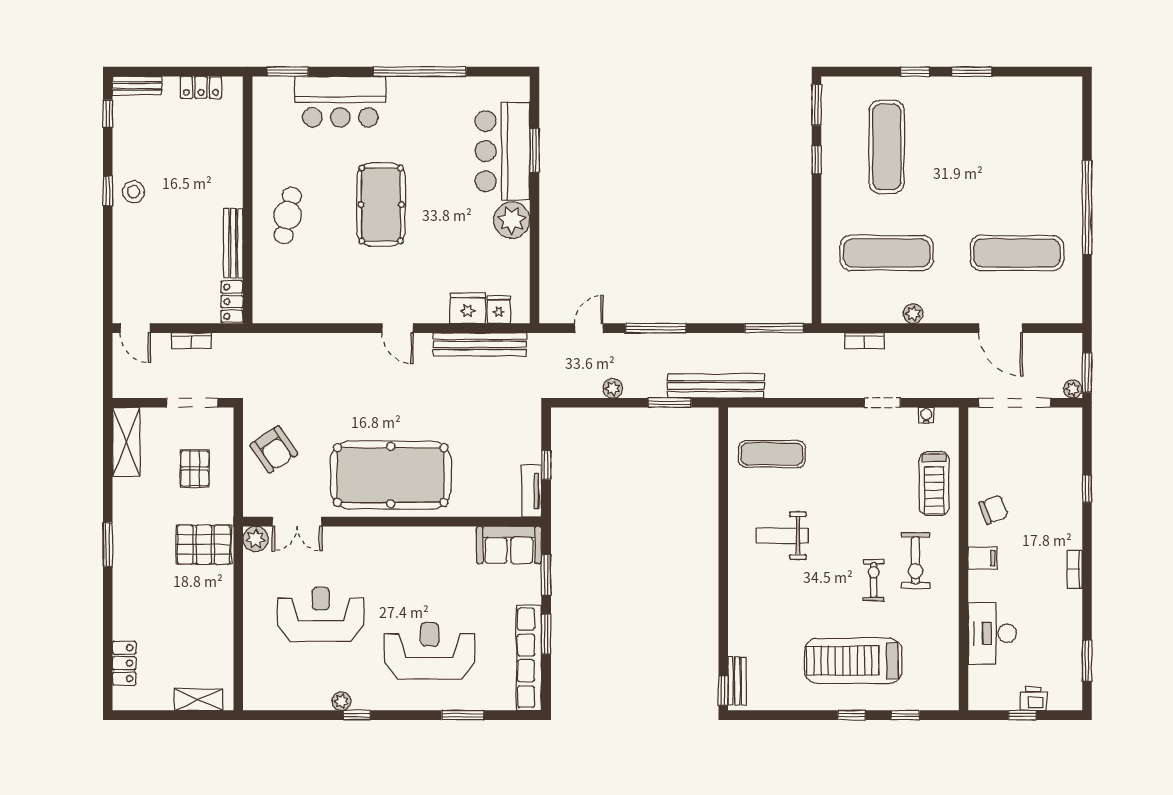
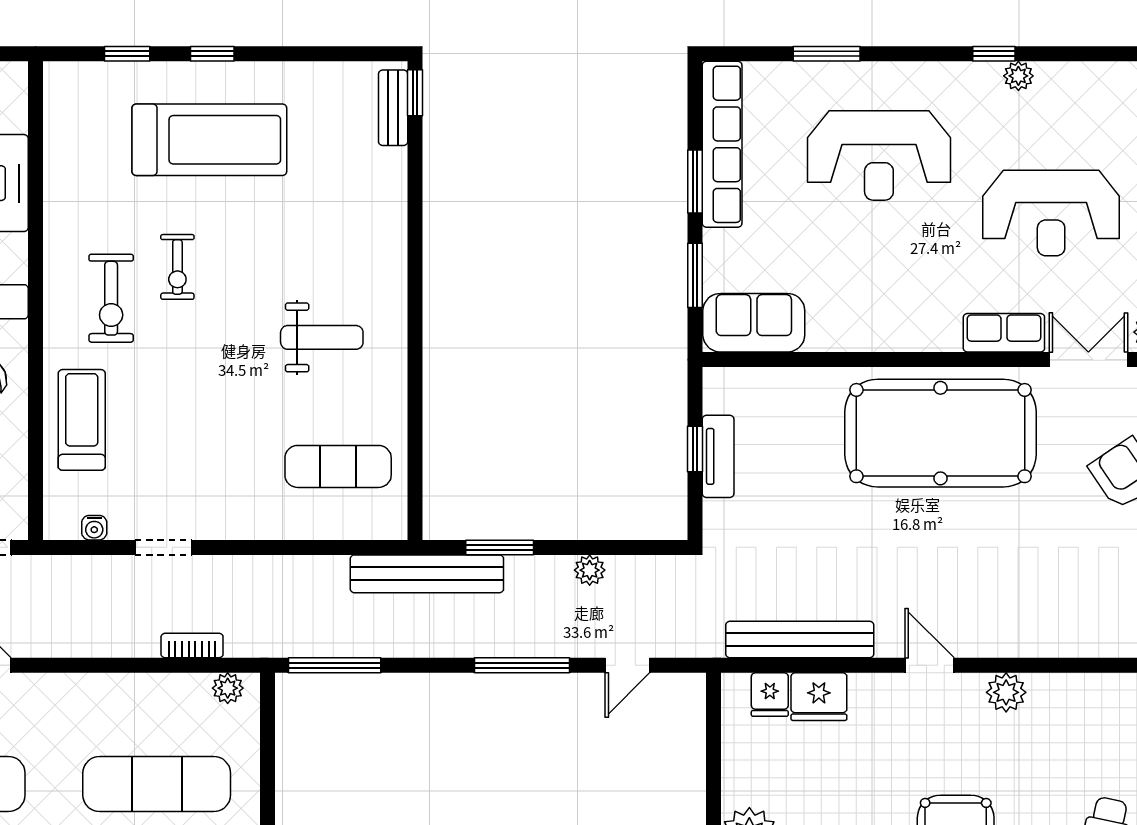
plant: (349, 311) -> (1006, 692), added
plant: (913, 314) -> (228, 688), moved
tv unit: (531, 491) -> (718, 456), moved
row of seats: (351, 539) -> (1004, 333), added
exercise bike: (916, 560) -> (111, 298), turned 180

